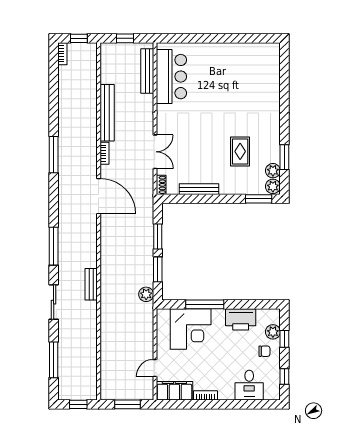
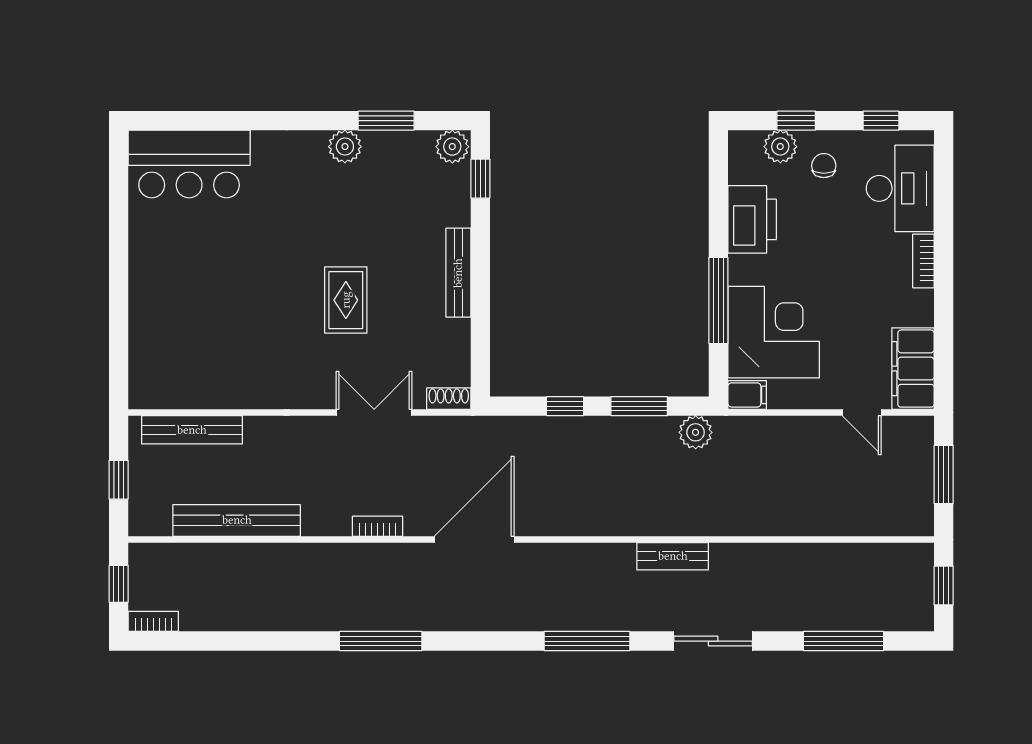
bar counter: (171, 77) -> (189, 164), moved, turned 180
bench: (107, 113) -> (237, 520), moved
rug: (240, 151) -> (346, 300), moved, turned 90
plant: (273, 171) -> (345, 147), moved
bench: (199, 189) -> (458, 273), moved
window: (259, 199) -> (480, 179), width x0.67
window: (158, 236) -> (565, 406), width x0.67
filing cabinet: (163, 317) -> (747, 395), added
desk: (249, 385) -> (900, 188), width x1.37
bookcase: (206, 395) -> (923, 261), moved

